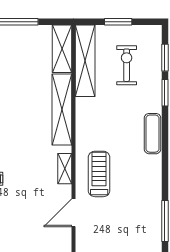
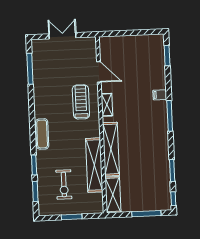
shelving: (85, 61) -> (94, 165), moved
treadmill: (99, 174) -> (81, 102), turned 180
door: (73, 213) -> (99, 72), hinge flipped

